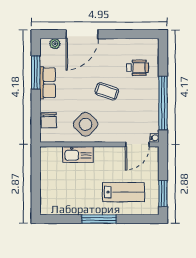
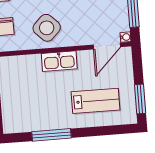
kitchen sink: (78, 155) -> (59, 61), moved
window: (99, 219) -> (52, 135), moved

